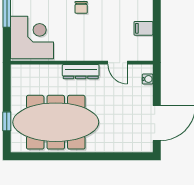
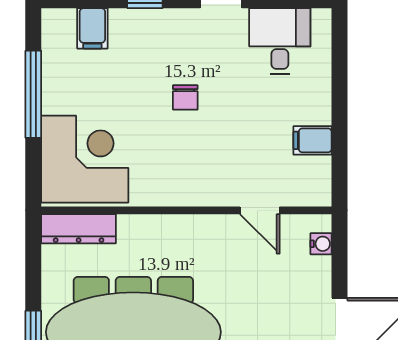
dresser: (81, 72) -> (79, 229), moved

